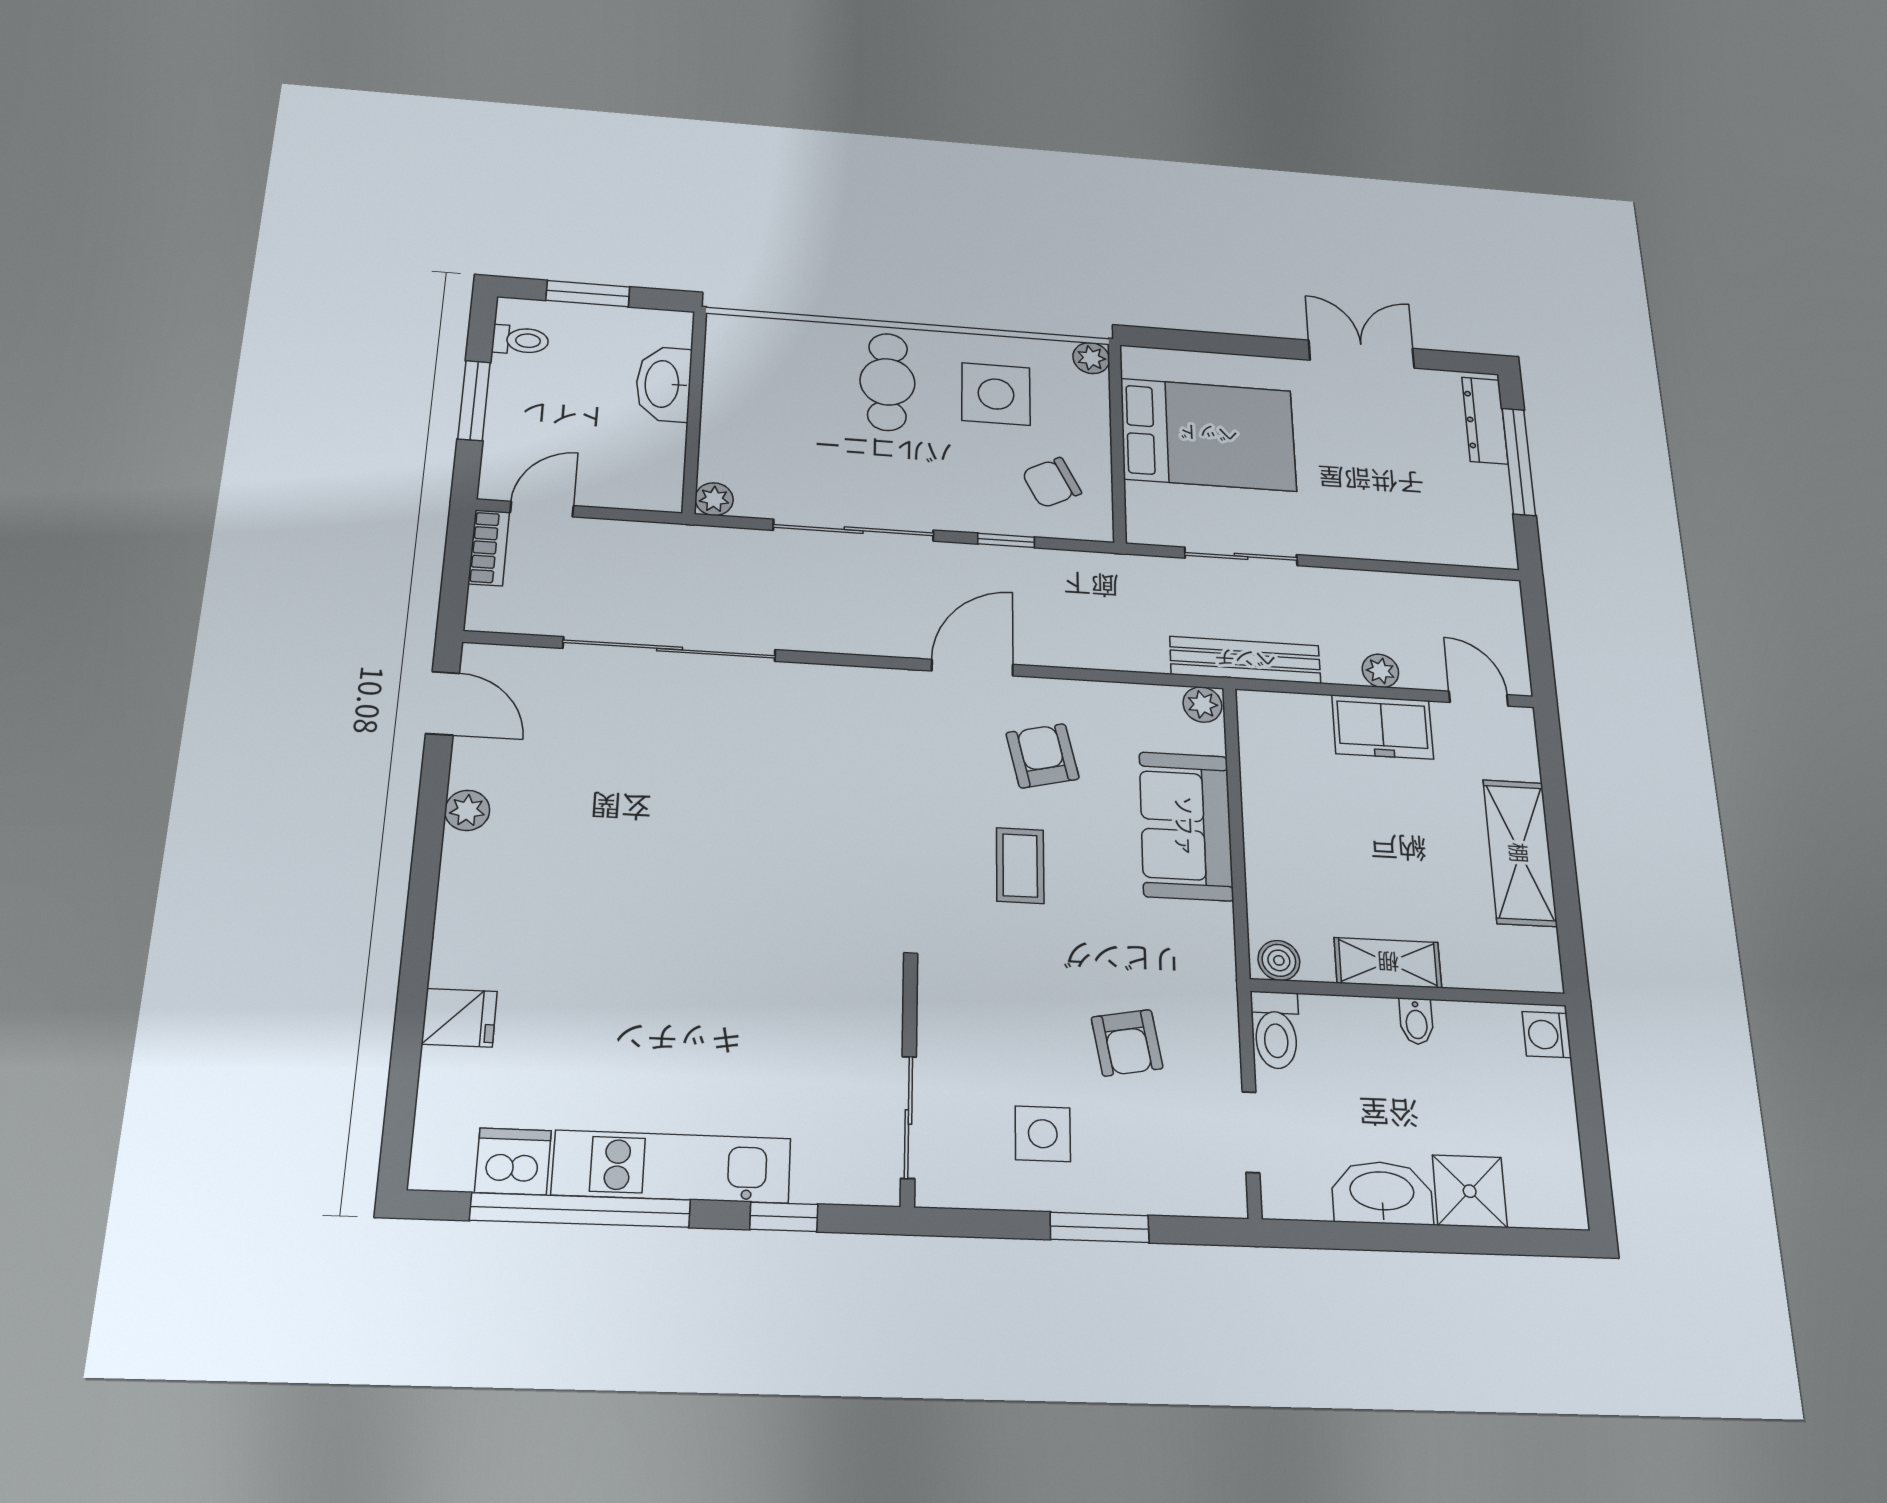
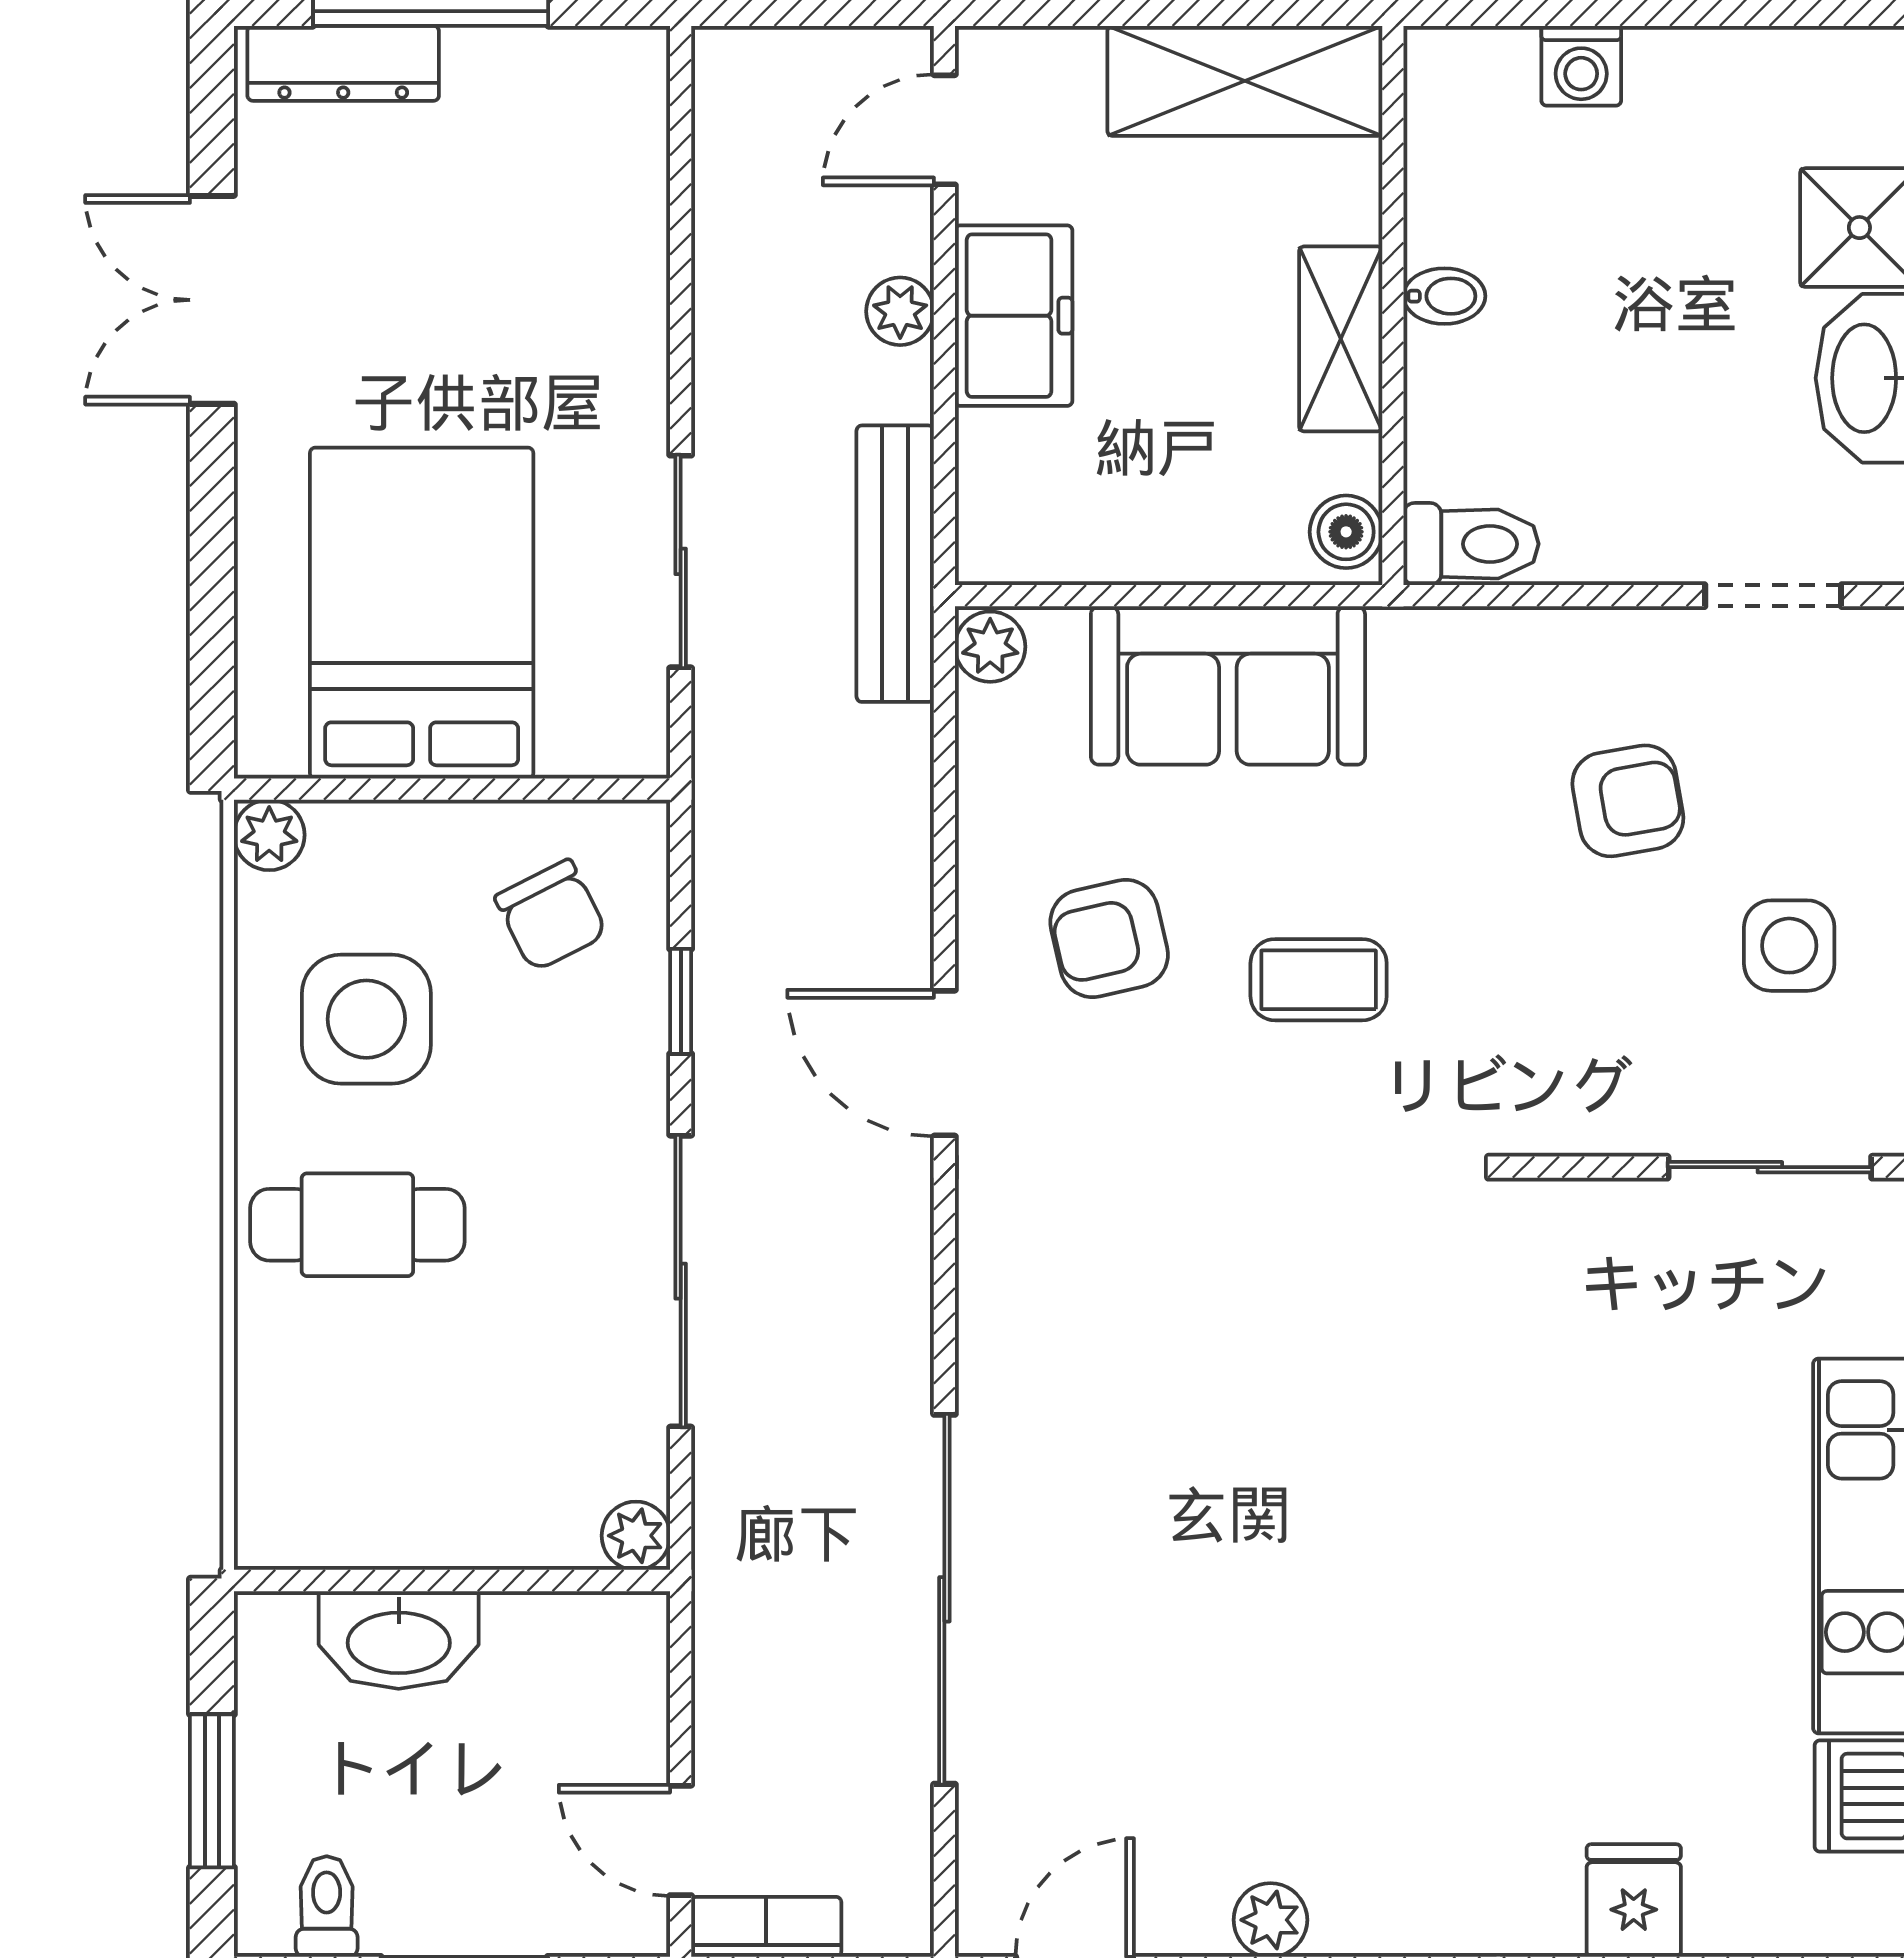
boiler: (1279, 960) -> (1346, 532), moved
shelving: (1388, 963) -> (1341, 339), moved
wall: (1409, 992) -> (1393, 305), moved
bidet: (1416, 1021) -> (1444, 296), moved
toilet: (1276, 1030) -> (1471, 544), moved

